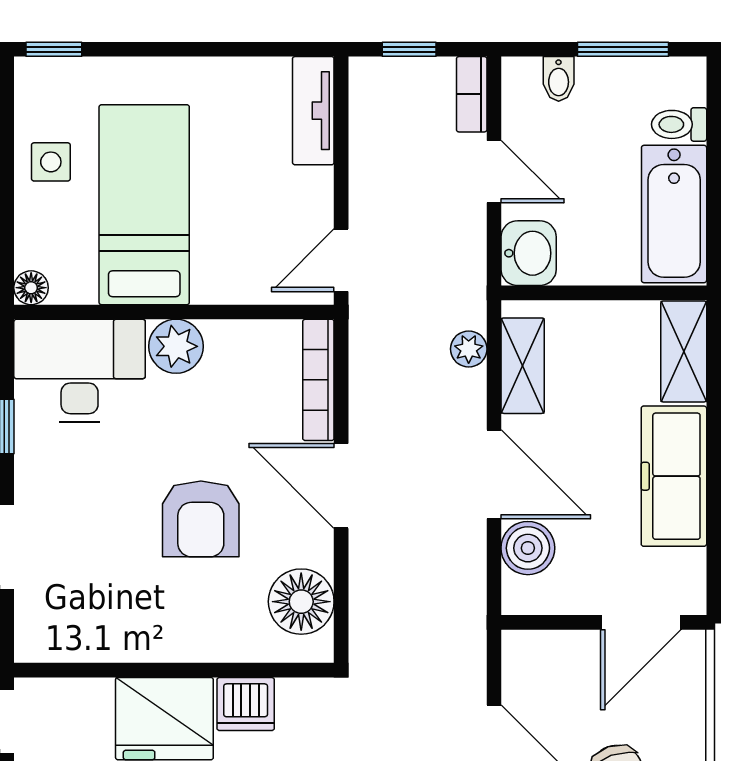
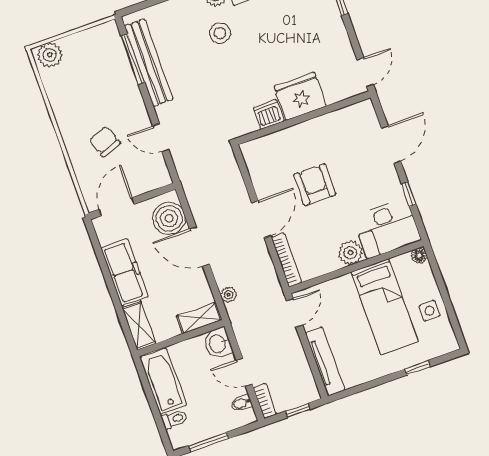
window: (54, 49) -> (417, 368), moved
bidet: (559, 79) -> (241, 403), moved, turned -90
tv unit: (313, 111) -> (325, 362), width x1.41
shelving: (523, 366) -> (199, 318), moved, turned 90
door: (341, 486) -> (261, 219), hinge flipped
boiler: (528, 548) -> (169, 218), width x1.37, depth x1.37
floor lamp: (301, 602) -> (261, 165), removed

